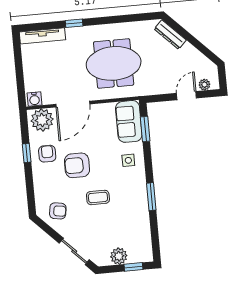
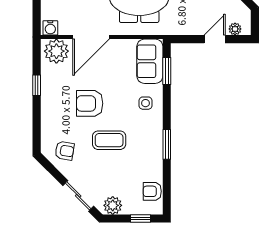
armchair: (47, 154) -> (152, 191), moved, turned -90
coffee table: (98, 197) -> (109, 140), width x1.36, depth x1.30
plant: (119, 256) -> (113, 205), moved

